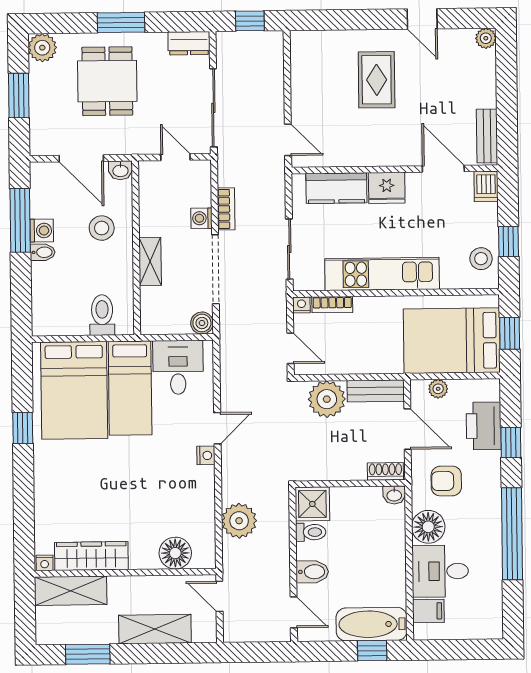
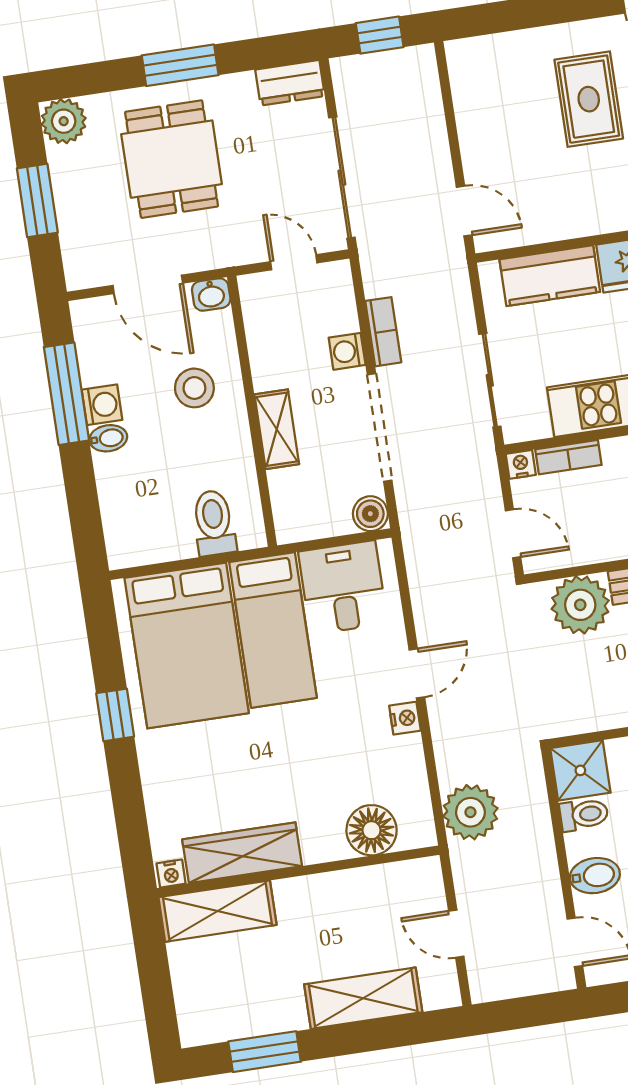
floor lamp: (175, 553) -> (372, 830), moved
wardrobe: (91, 556) -> (242, 853), moved
nightstand: (45, 563) -> (171, 874), moved
wall: (125, 573) -> (298, 871), moved
shelving: (71, 591) -> (217, 911), moved

